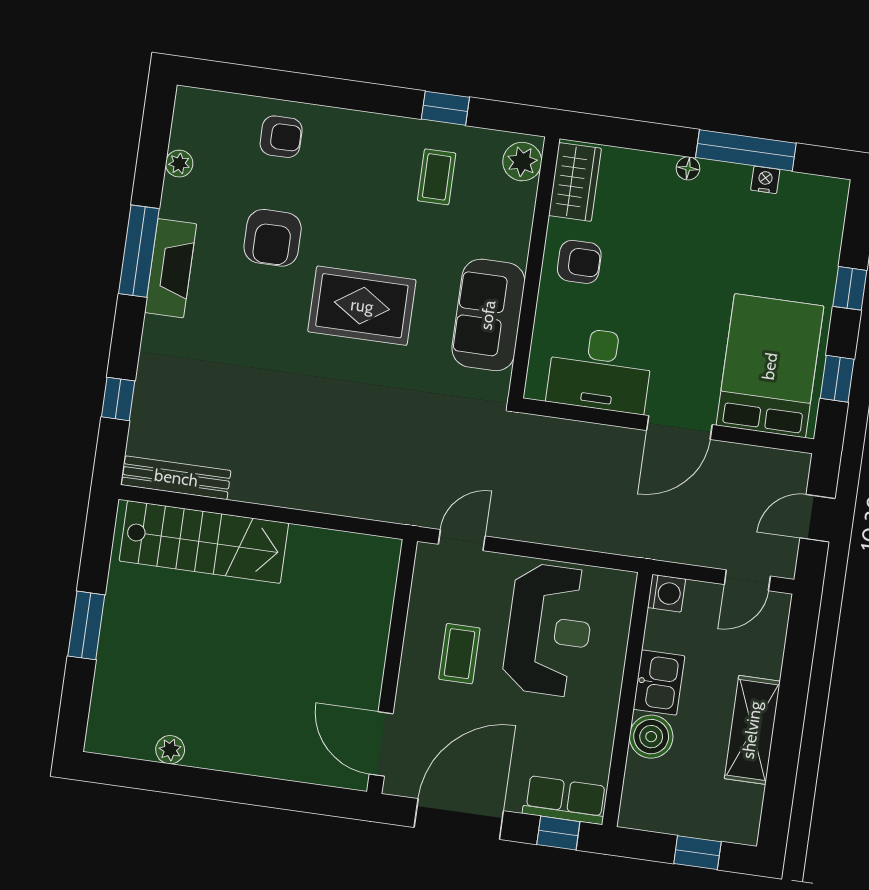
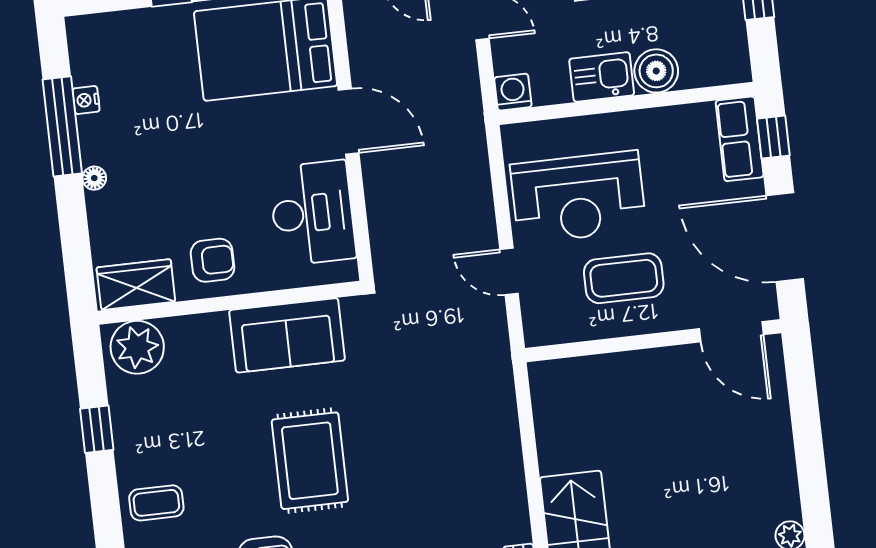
plant: (522, 162) -> (137, 347), width x1.36, depth x1.36
coffee table: (437, 177) -> (156, 503), moved
armchair: (579, 262) -> (213, 260), turned 90
door: (462, 540) -> (509, 272), moved
reception desk: (549, 630) -> (578, 197), turned 180
coffee table: (459, 654) -> (624, 278), width x1.36, depth x1.30
door: (381, 744) -> (731, 332), hinge flipped

